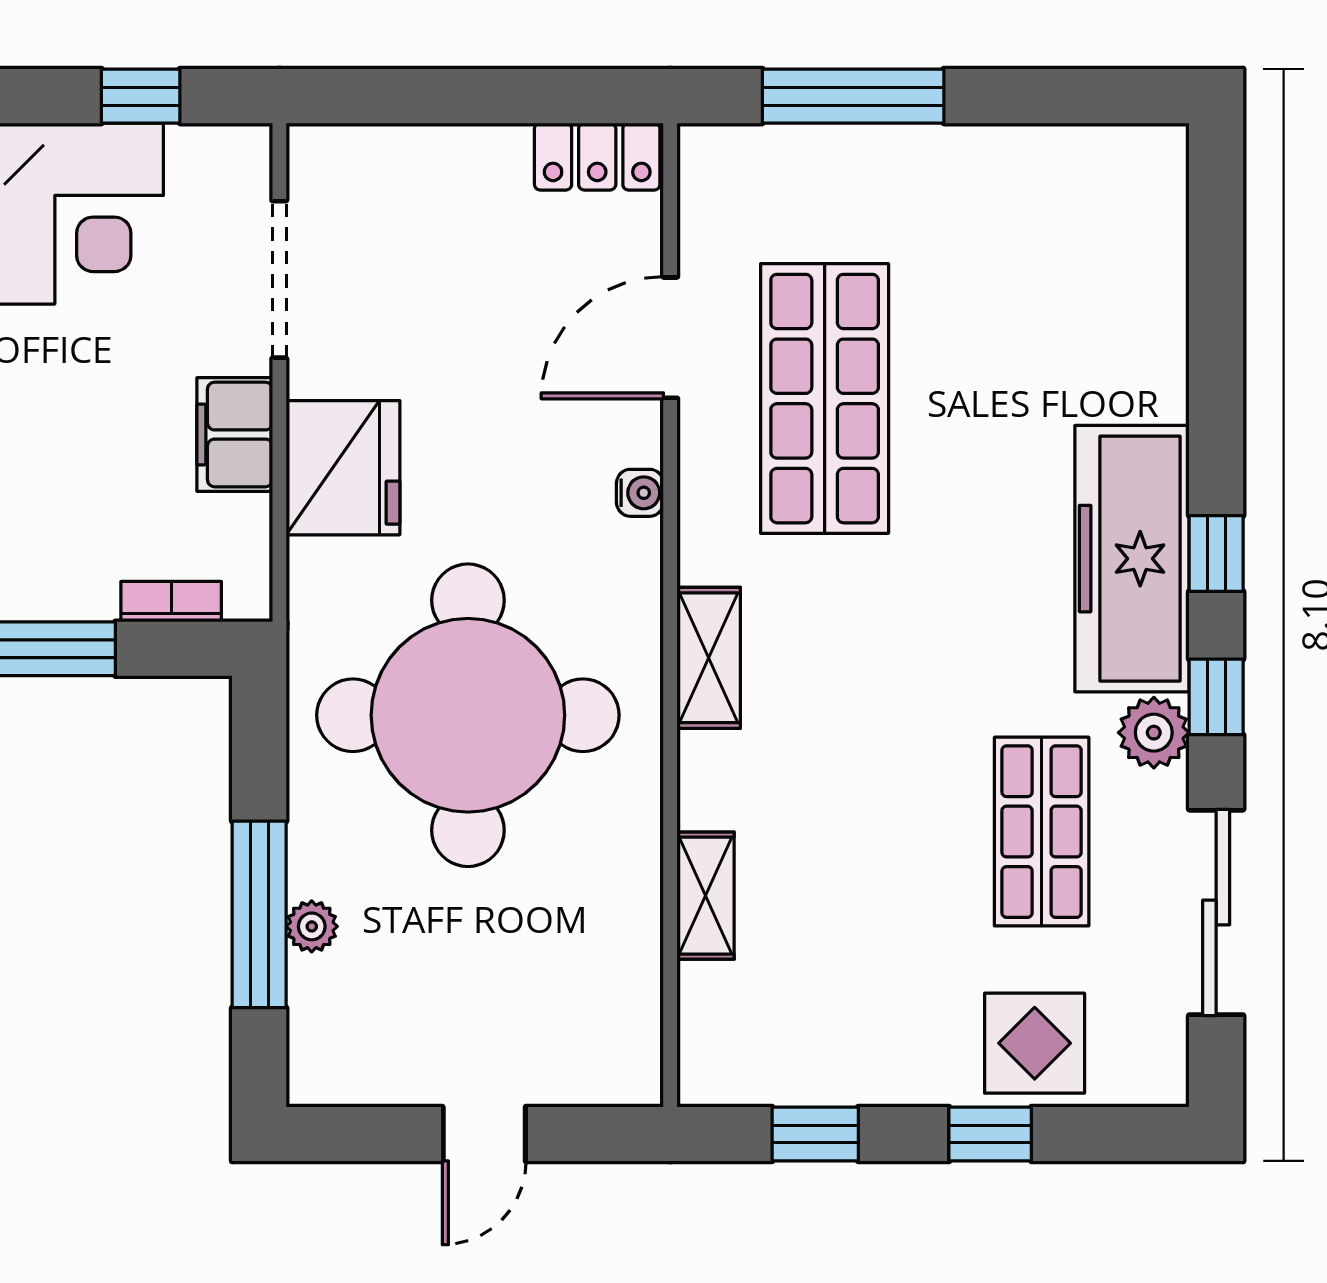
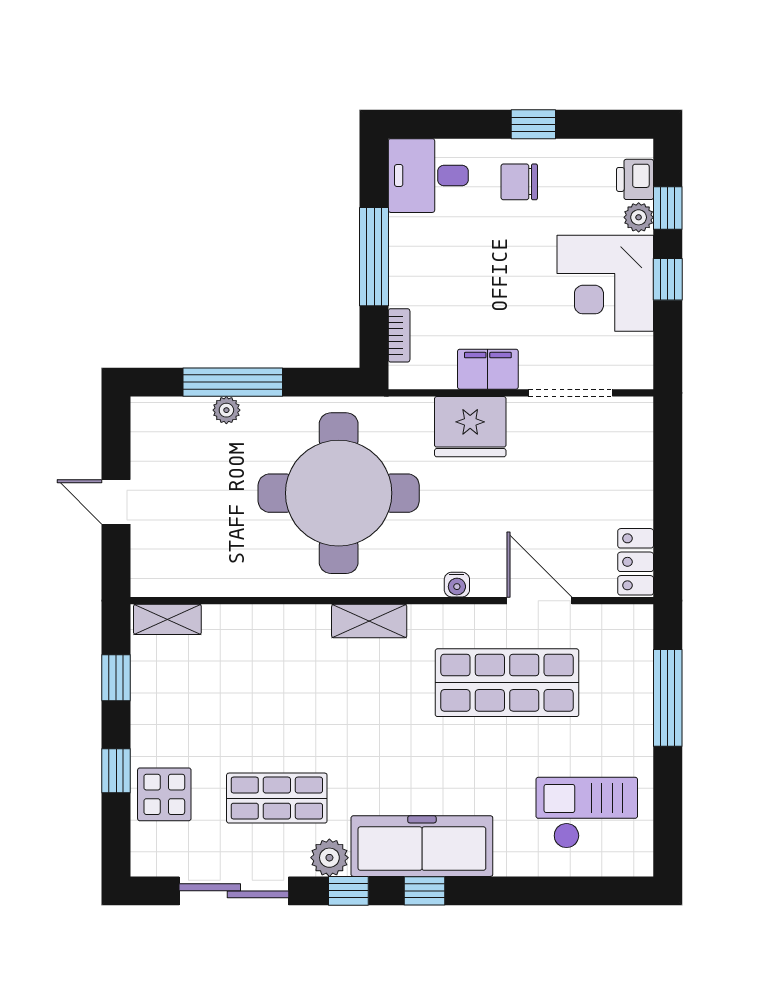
window: (141, 96) -> (668, 279), moved
checkout: (1069, 249) -> (587, 813), added
shelving: (706, 896) -> (167, 619), moved

